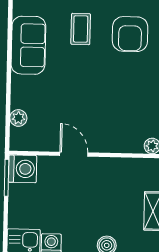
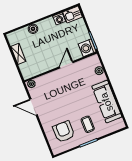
sofa: (28, 45) -> (107, 102), width x1.36
door: (74, 154) -> (66, 65), swing flipped

